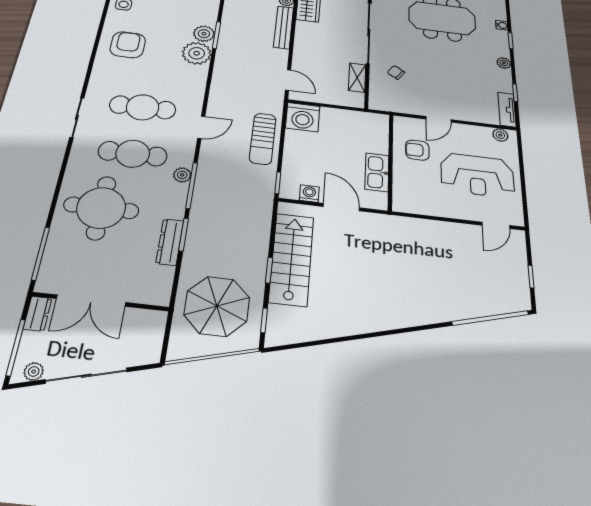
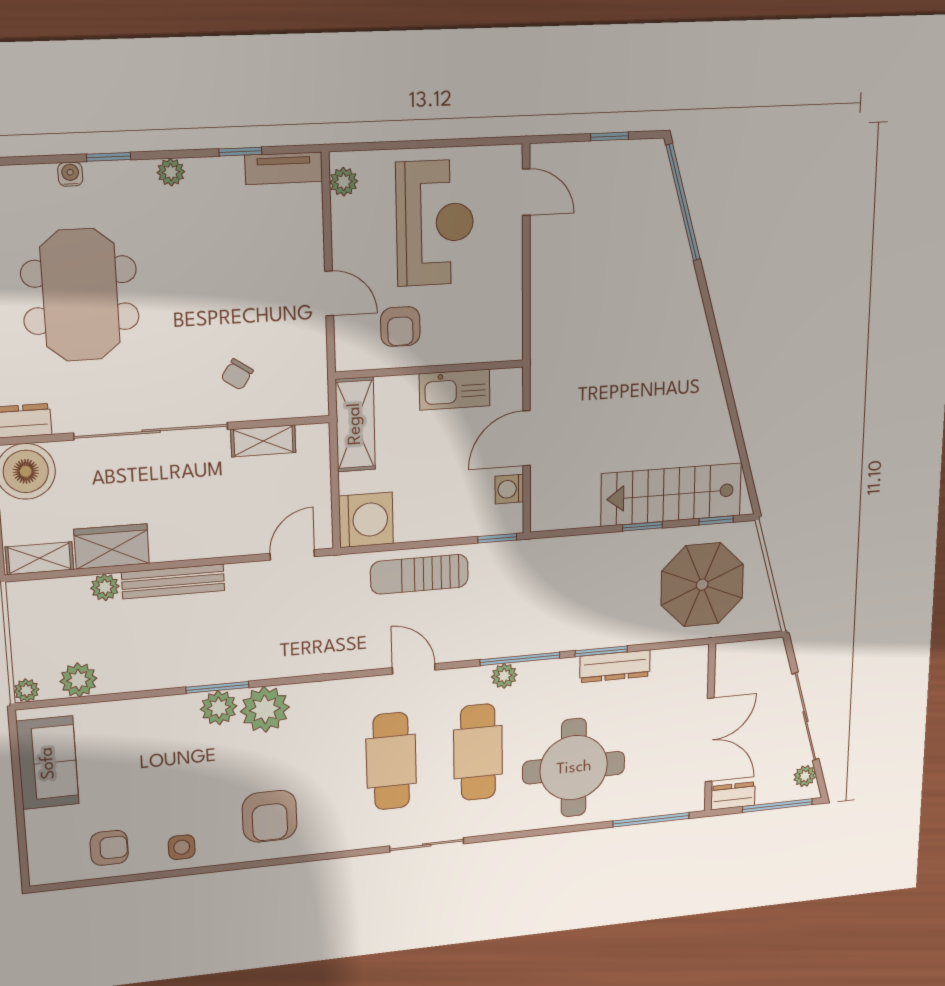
armchair: (128, 45) -> (270, 816), turned -90
shelving: (361, 120) -> (355, 424), added
sun lounger: (263, 139) -> (419, 574), turned 180
stairs: (291, 259) -> (671, 495), moved

